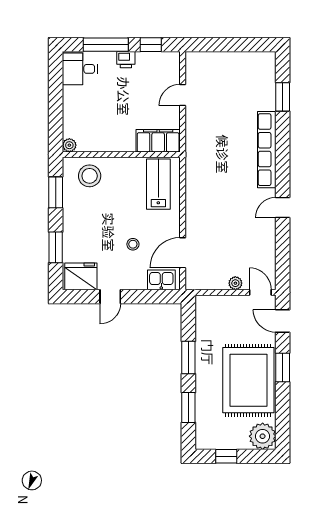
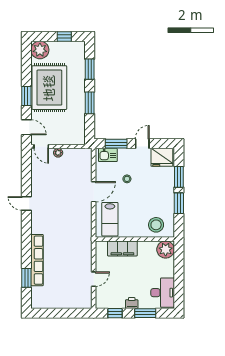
window: (106, 45) -> (145, 313), width x0.69
desk: (80, 69) -> (163, 293), width x1.37
filing cabinet: (158, 141) -> (122, 248), moved
plant: (69, 145) -> (166, 249), width x1.88, depth x1.88
row of seats: (267, 150) -> (37, 260), moved
window: (56, 192) -> (179, 203), moved
door: (283, 208) -> (26, 204), swing flipped
door: (183, 253) -> (94, 192), moved
window: (149, 297) -> (116, 144), added

